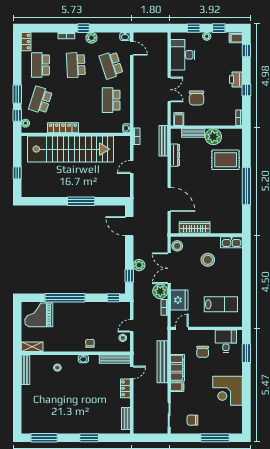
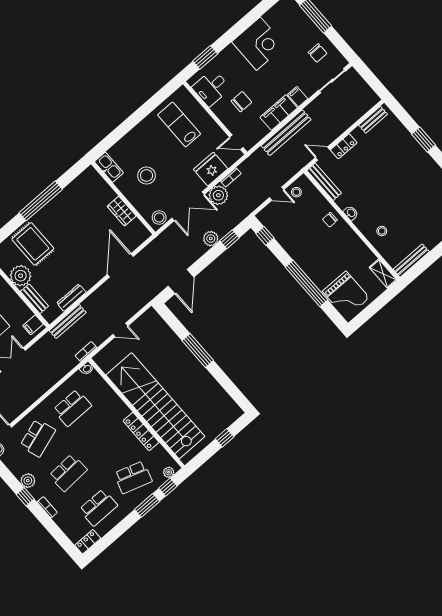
wardrobe: (195, 227) -> (122, 211), width x0.67

